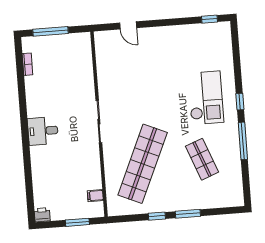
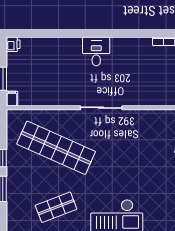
filing cabinet: (95, 196) -> (12, 99), moved

